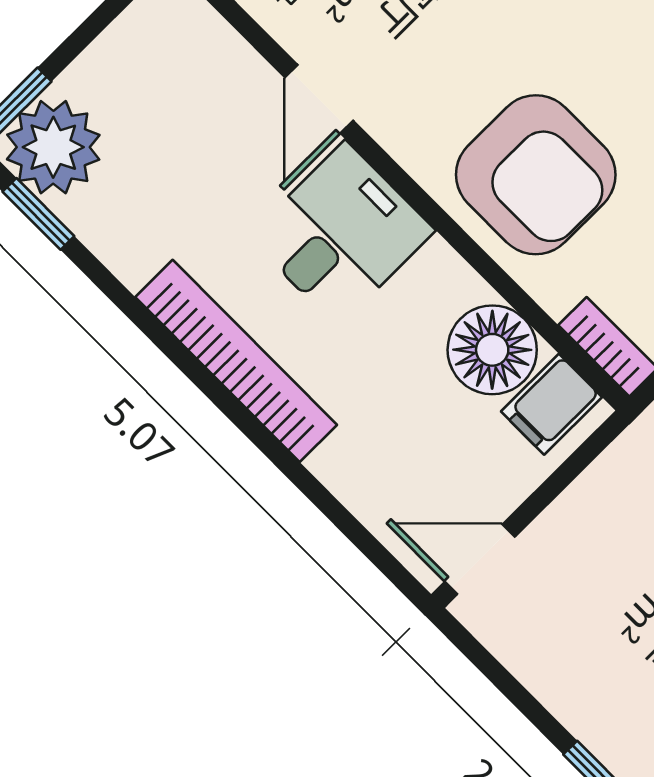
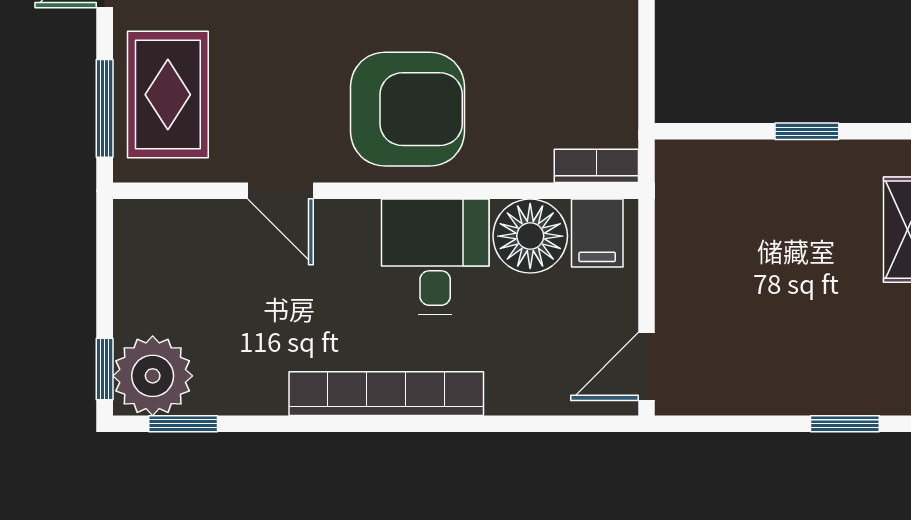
armchair: (536, 175) -> (407, 109), moved
desk: (341, 234) -> (435, 257), moved

